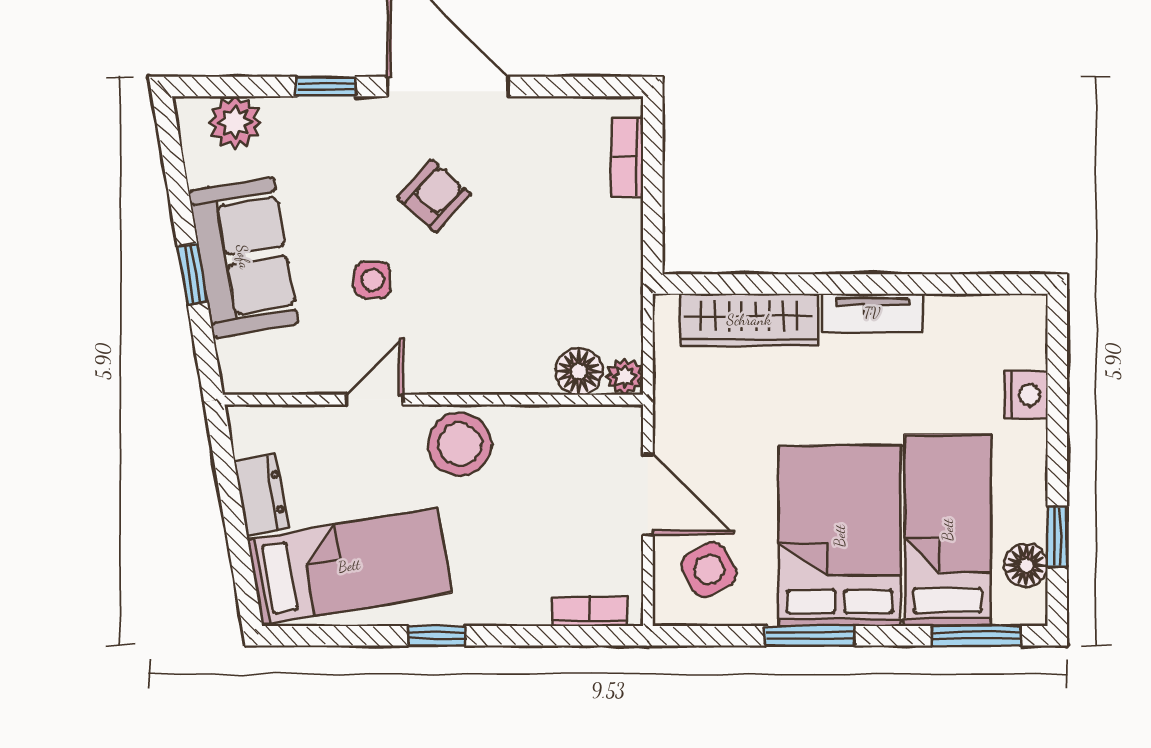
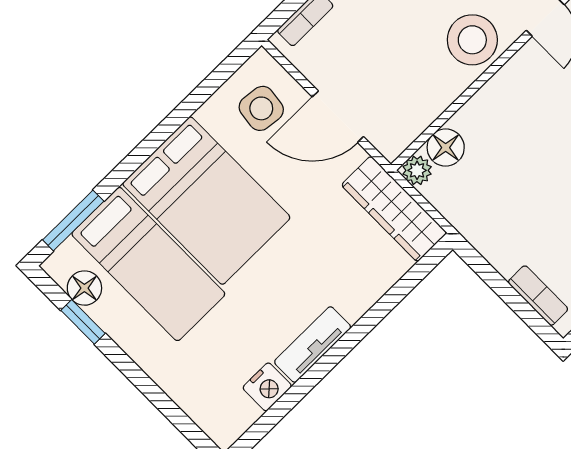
wardrobe: (749, 320) -> (394, 209), moved, turned -90
nightstand: (1026, 395) -> (267, 387), moved, turned -90
side table: (709, 570) -> (261, 108), turned 36
window: (810, 636) -> (167, 127), removed

